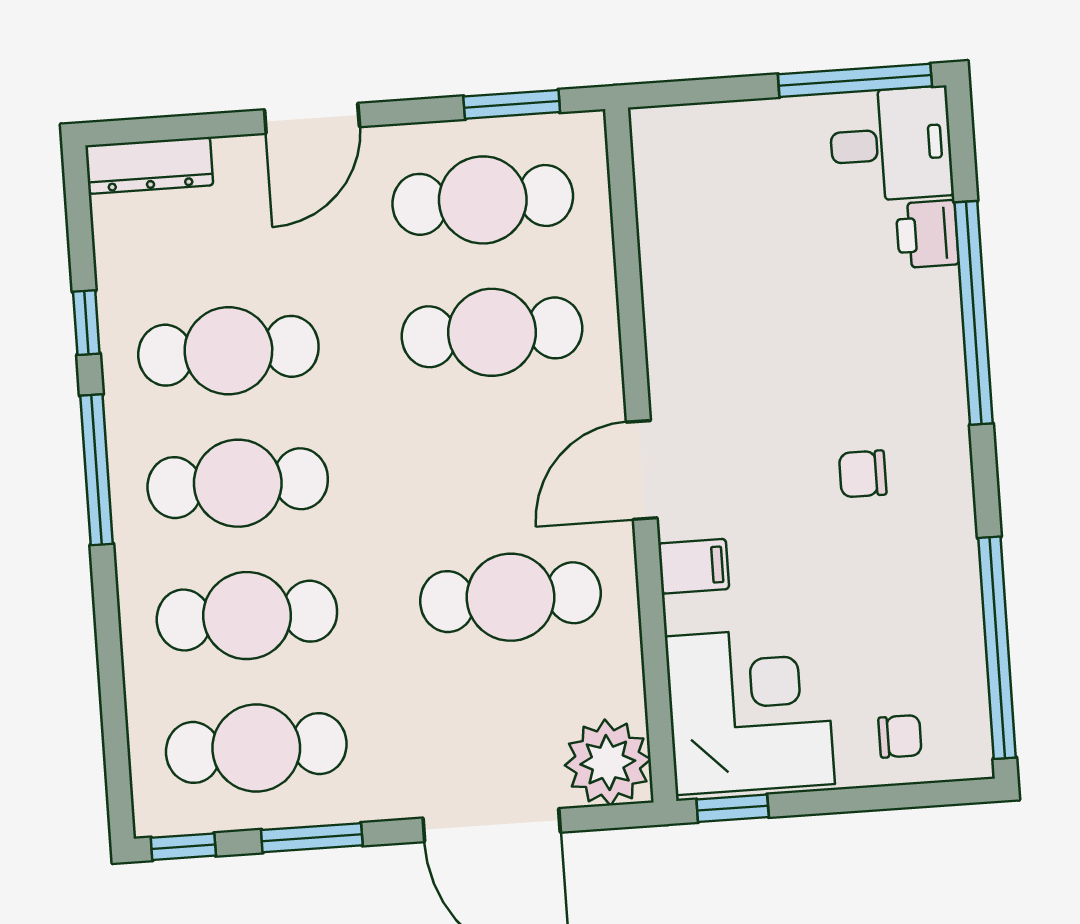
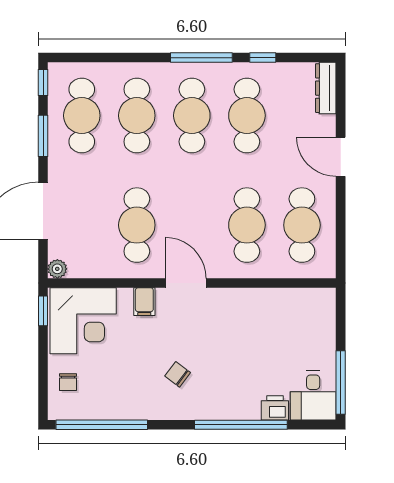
window: (512, 104) -> (341, 240), removed
chair: (863, 474) -> (178, 374), turned -53
plant: (608, 762) -> (57, 269), width x0.53, depth x0.53

